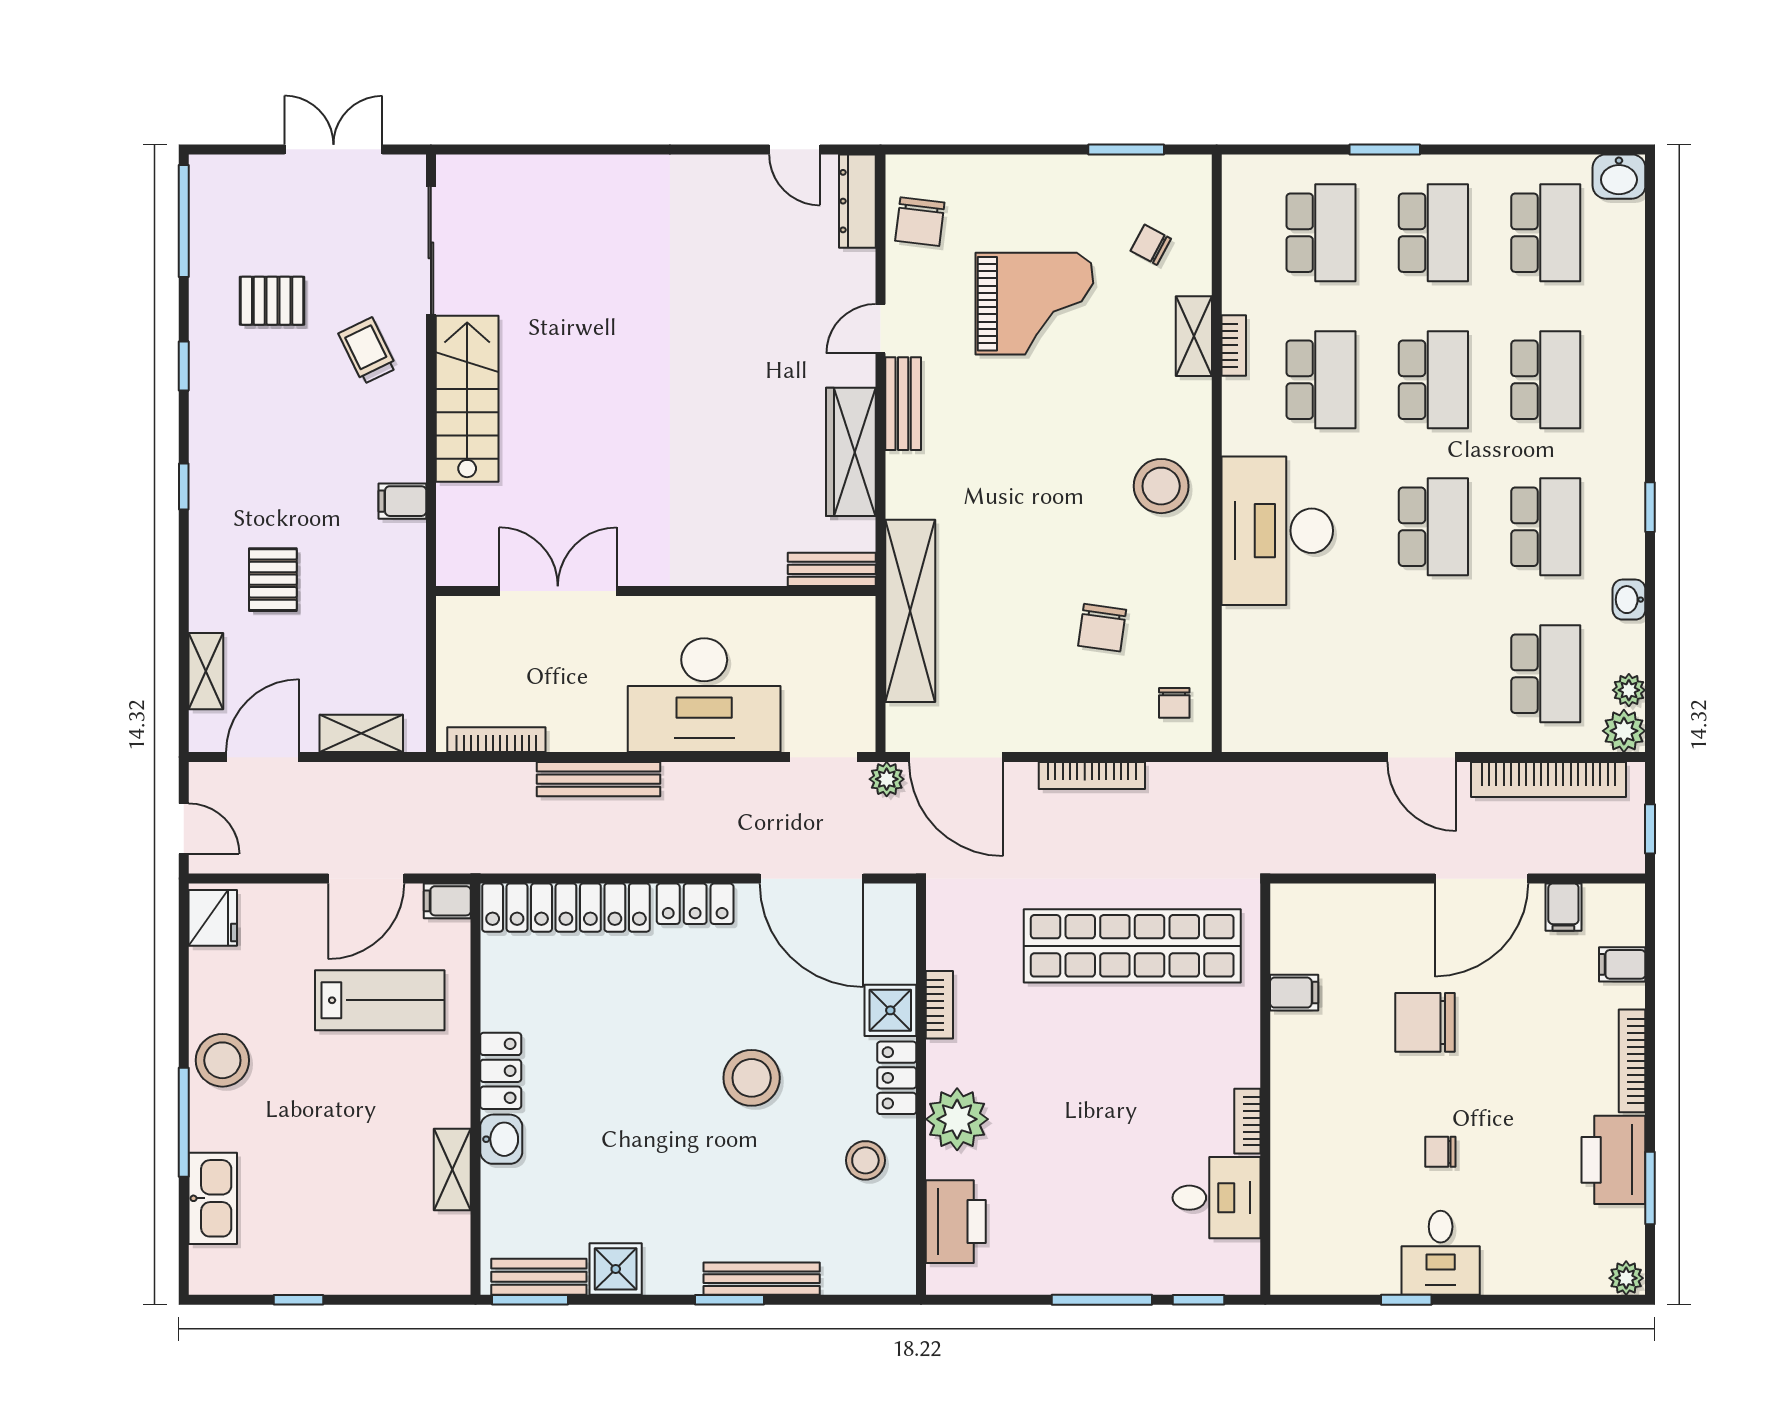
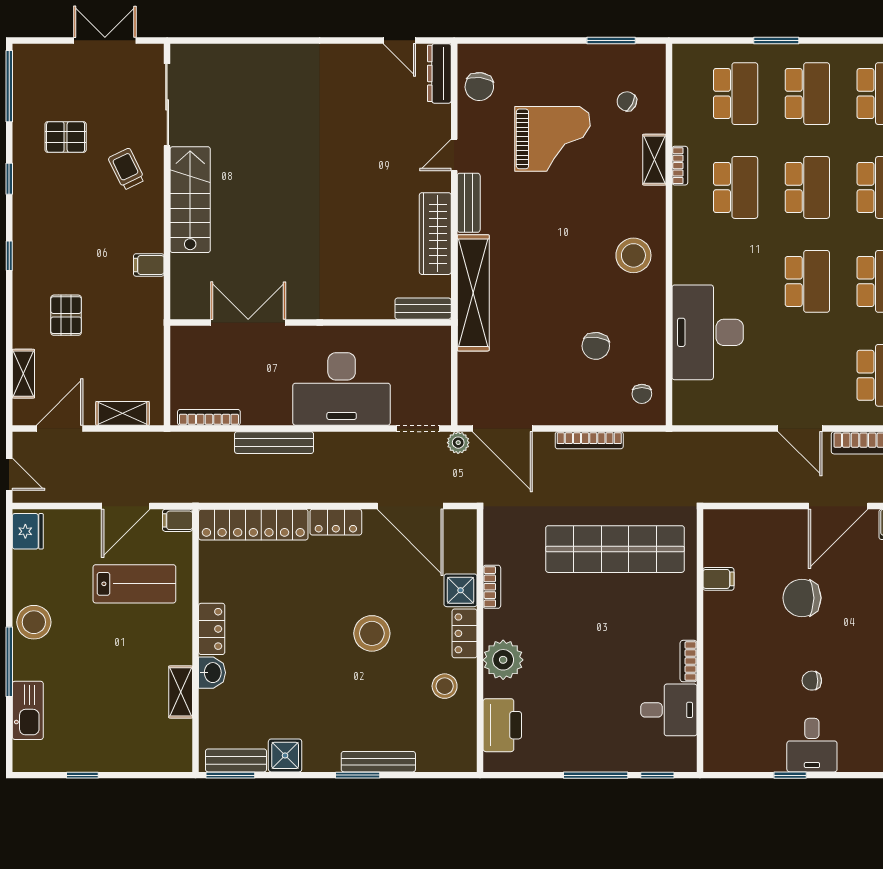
desk: (1277, 531) -> (708, 332), moved
shelving: (910, 611) -> (473, 293), moved

